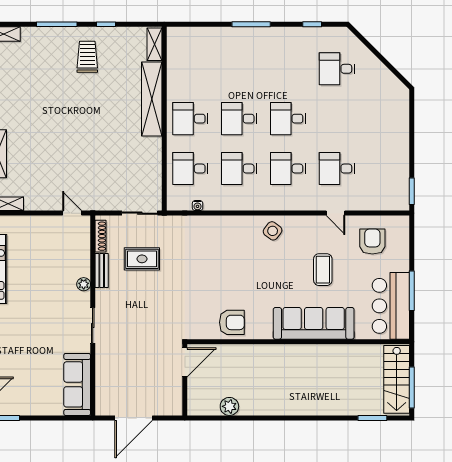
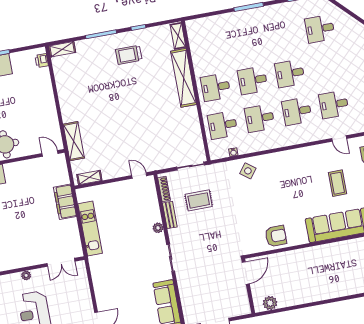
trolley: (87, 57) -> (129, 55), turned -90
side table: (273, 231) -> (248, 171), moved
plant: (229, 406) -> (270, 303), moved

